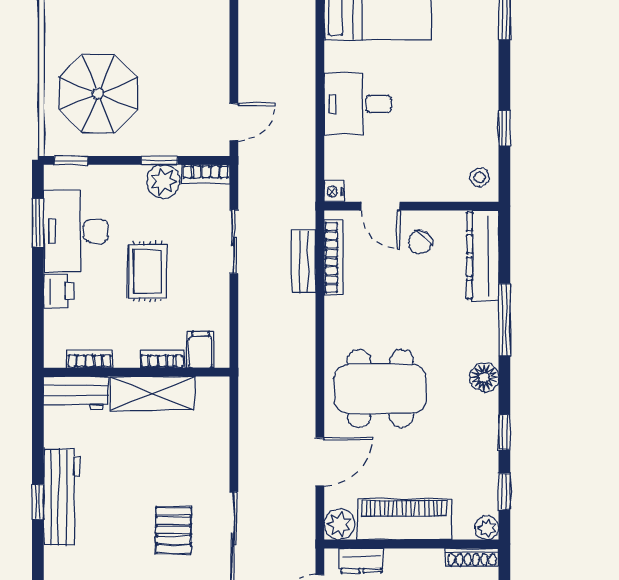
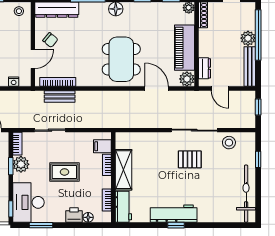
nightstand: (334, 192) -> (14, 82), moved
desk: (76, 231) -> (28, 202), moved, turned 90
floor lamp: (54, 320) -> (88, 217), added

